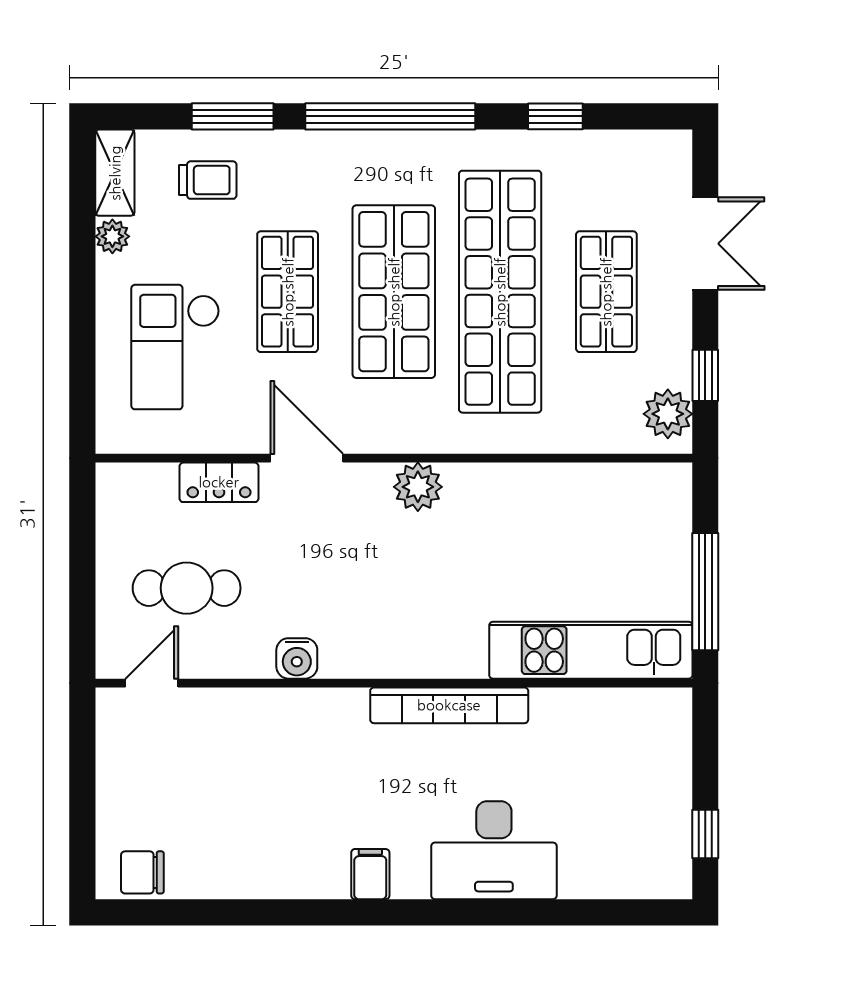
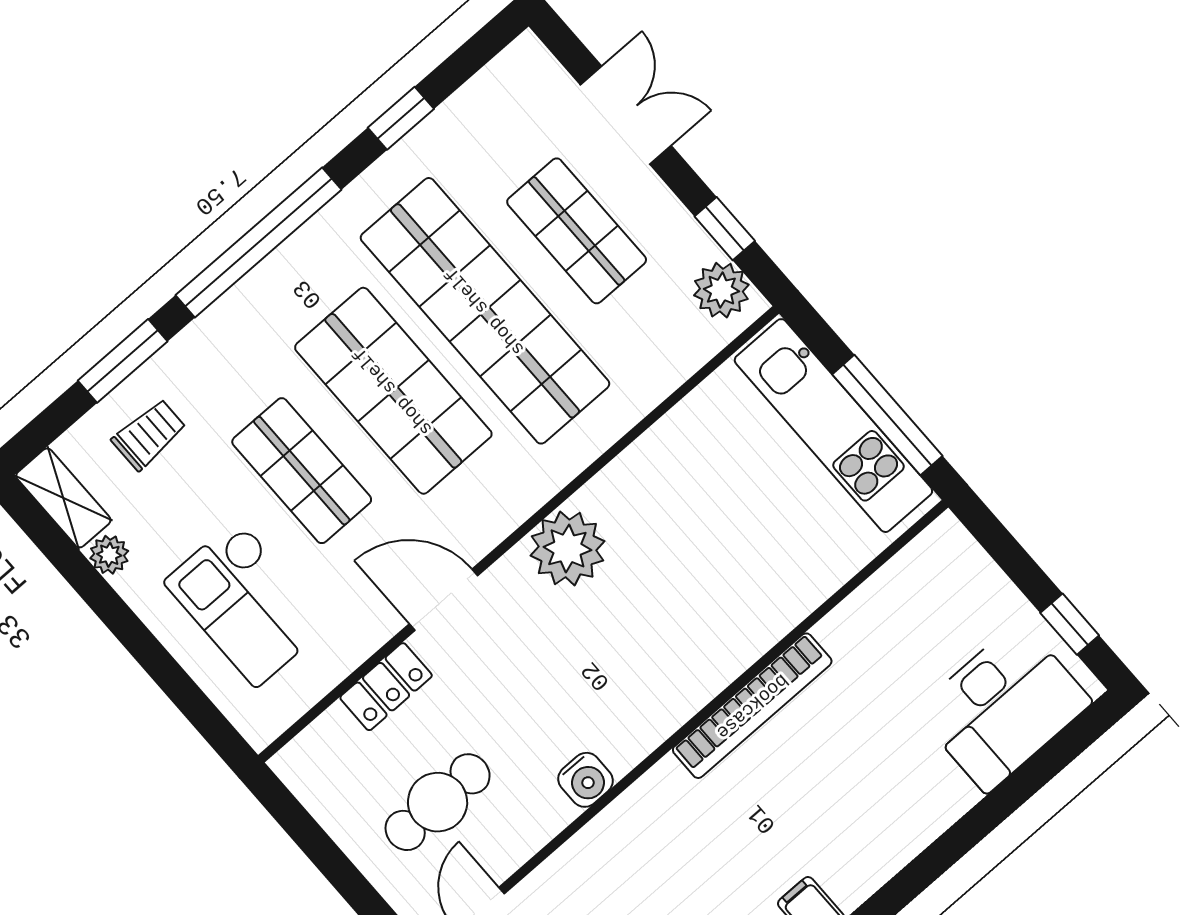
plant: (418, 487) -> (567, 548), width x1.36, depth x1.36
kitchen unit: (591, 650) -> (833, 426), moved, turned -90
desk: (494, 850) -> (1003, 707), moved

